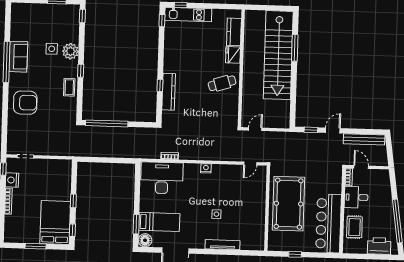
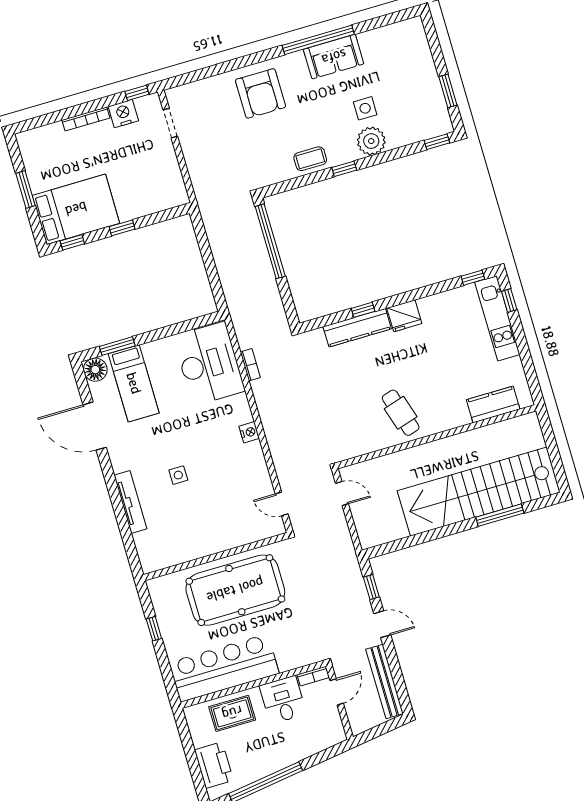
fridge: (233, 55) -> (404, 316), moved, turned 180

